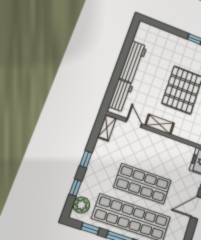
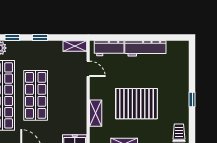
door: (134, 123) -> (88, 69), hinge flipped
shelving: (160, 124) -> (96, 113), moved

